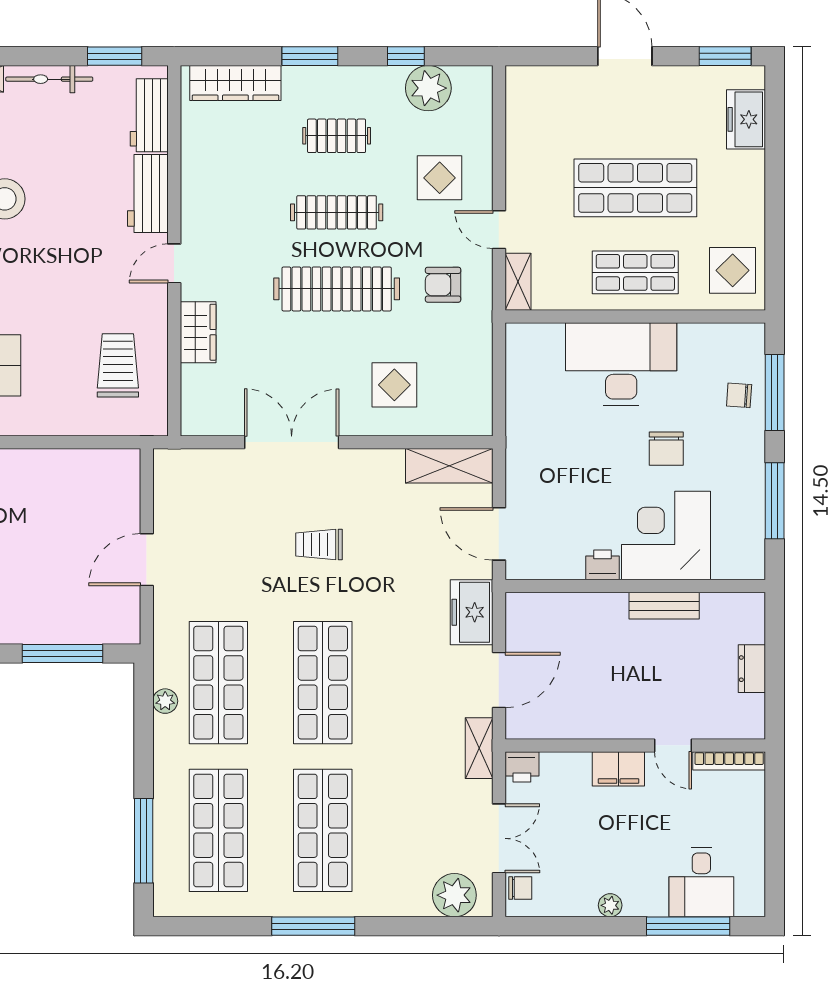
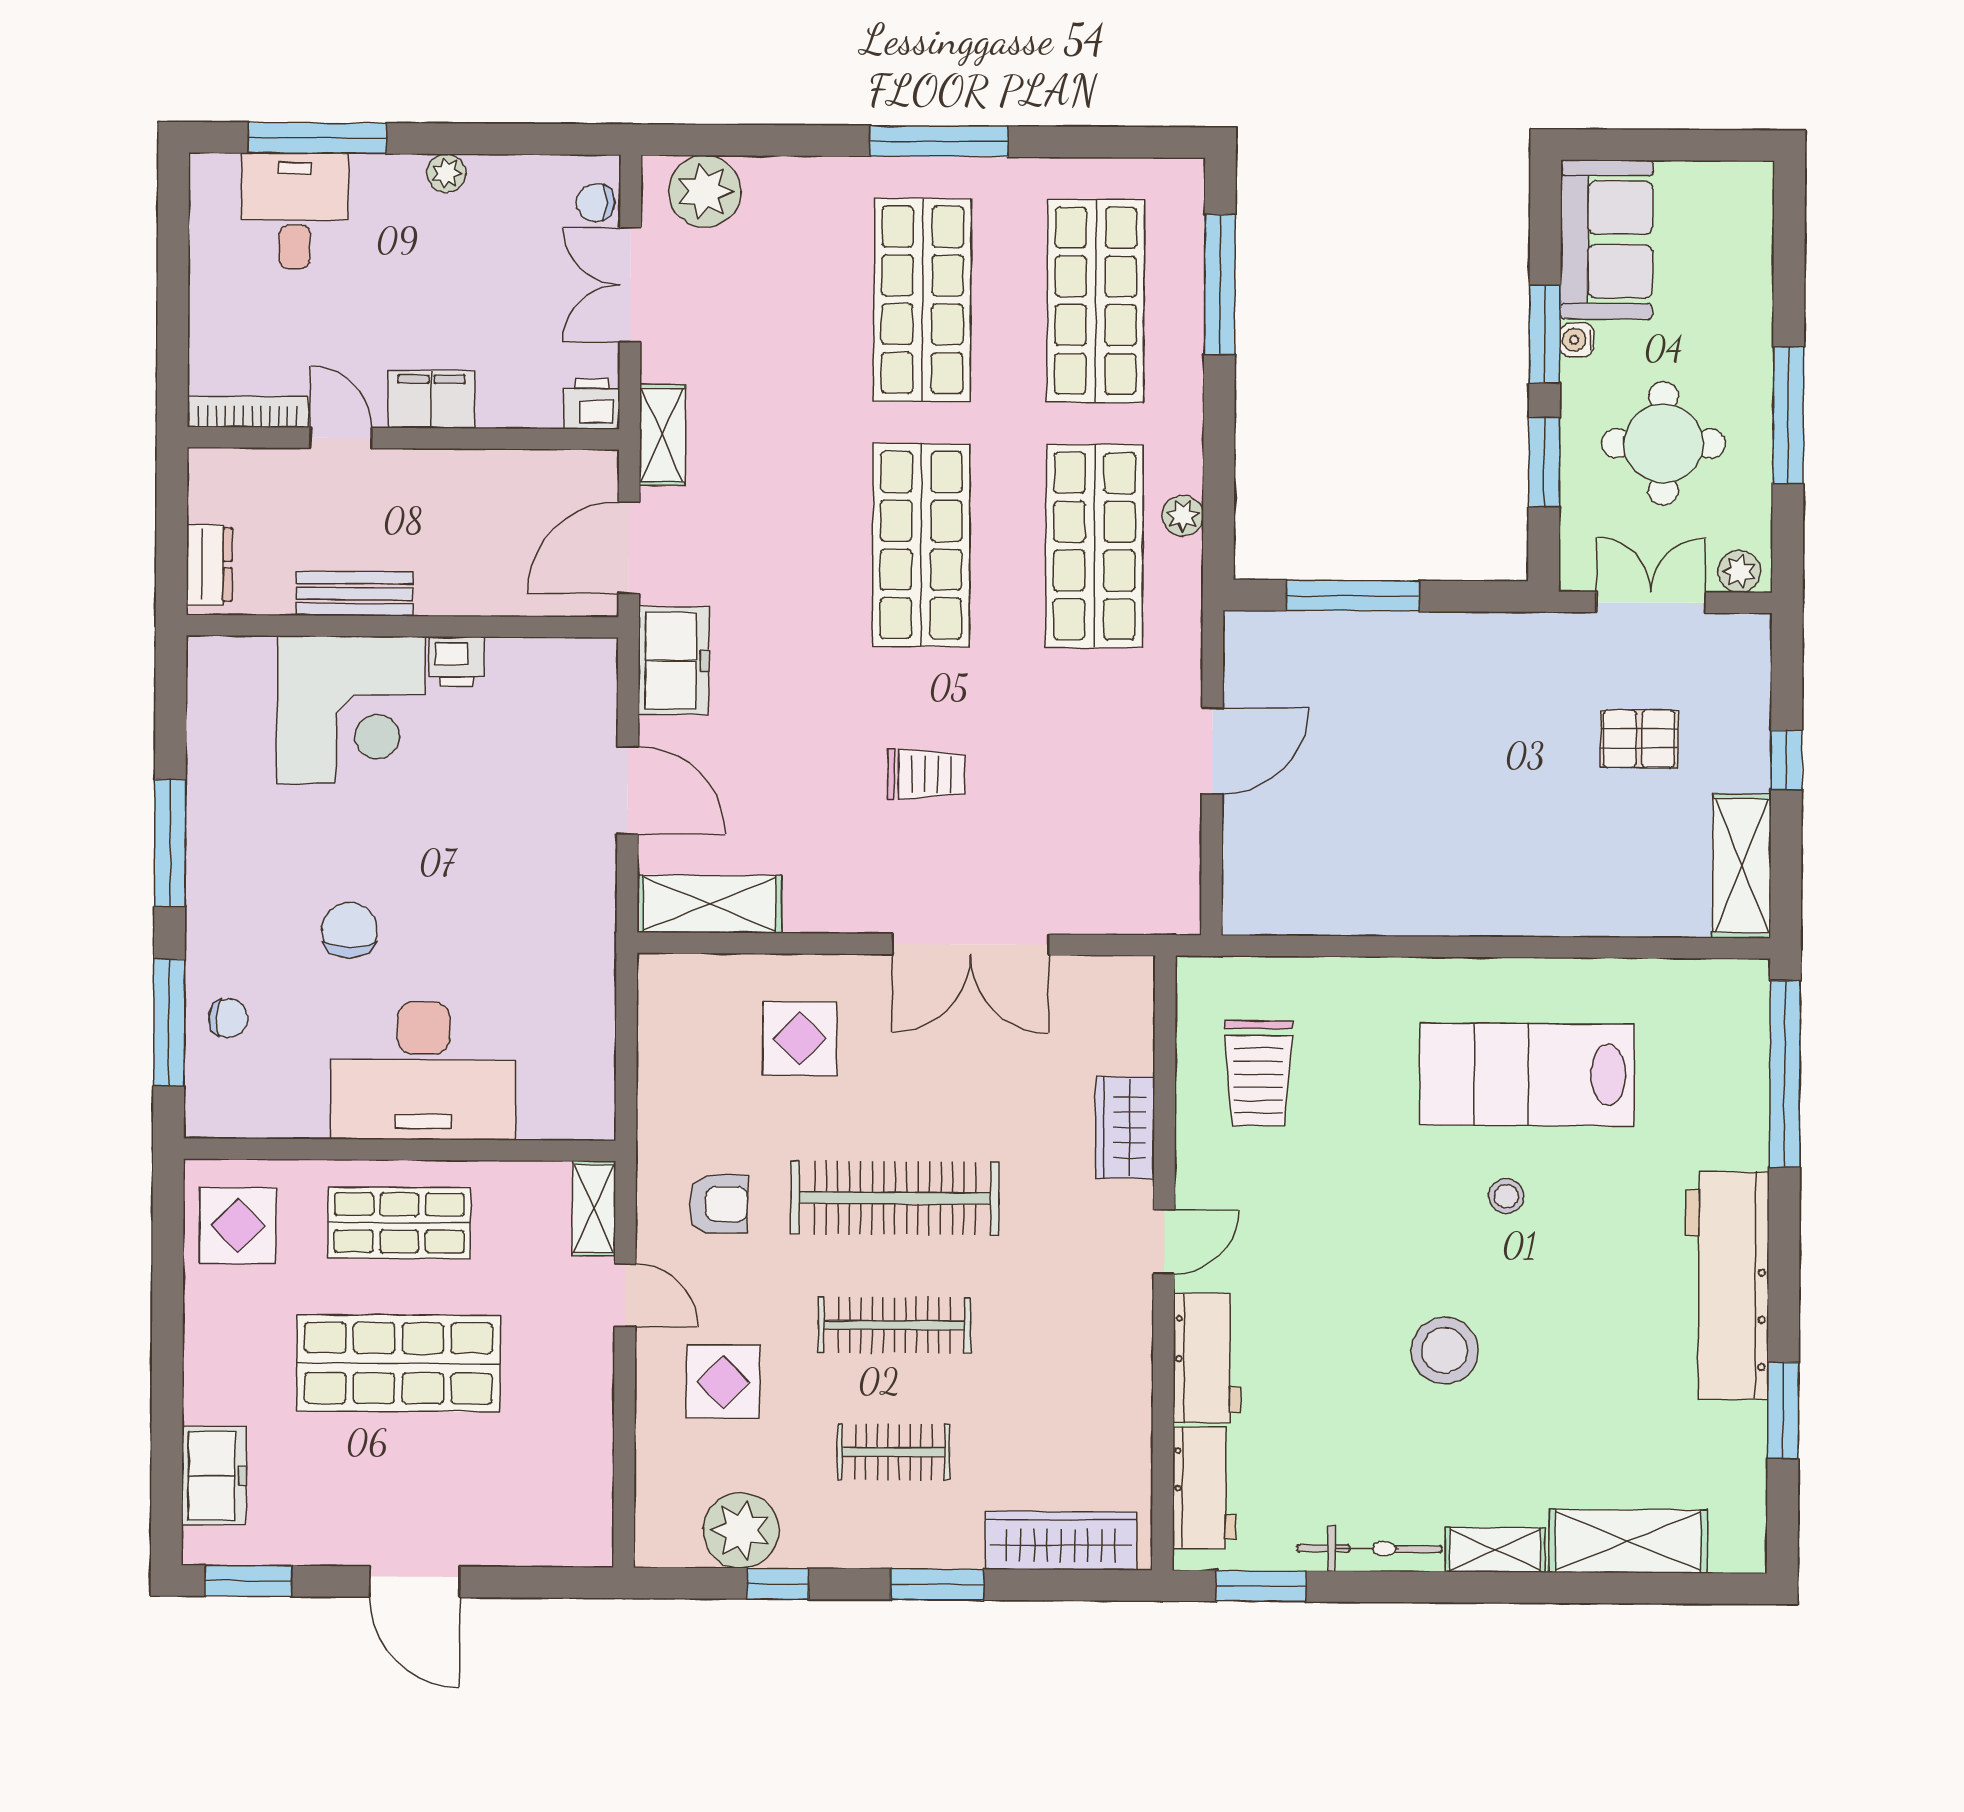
corner desk: (666, 536) -> (351, 710), moved
printer: (602, 565) -> (457, 662), moved
wall: (635, 586) -> (402, 626), moved
bench: (664, 606) -> (355, 594), moved

